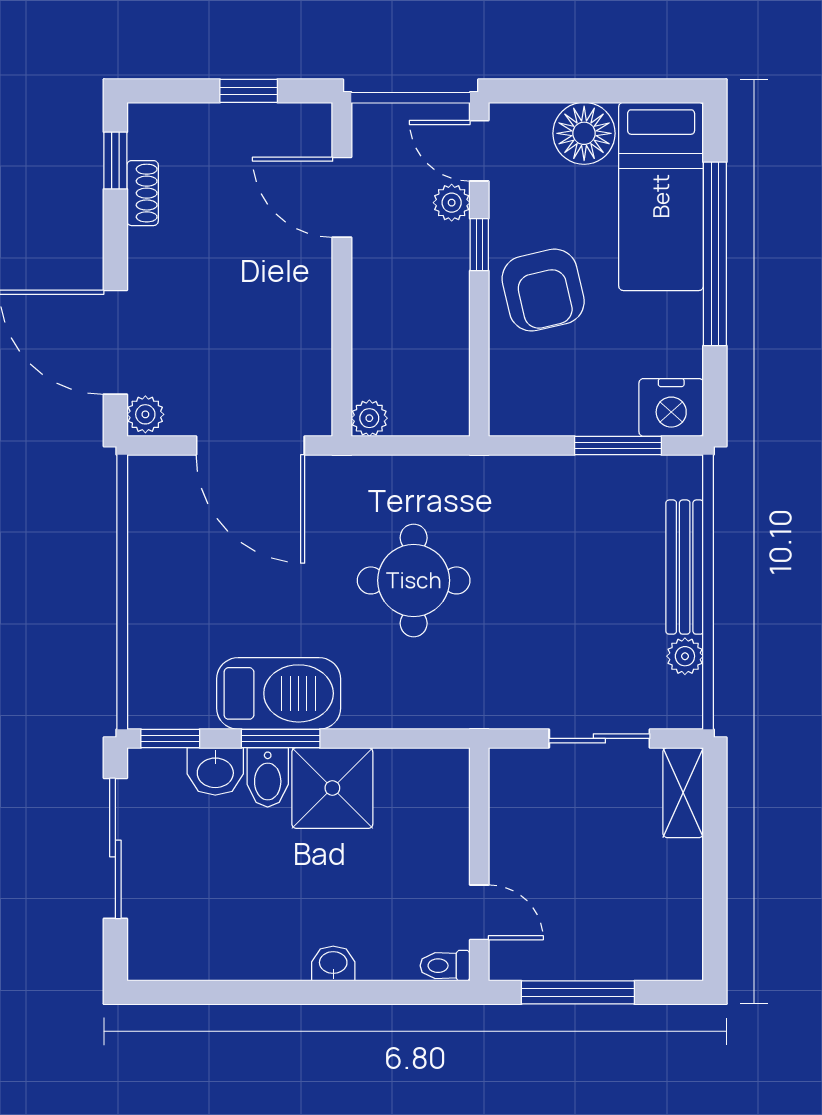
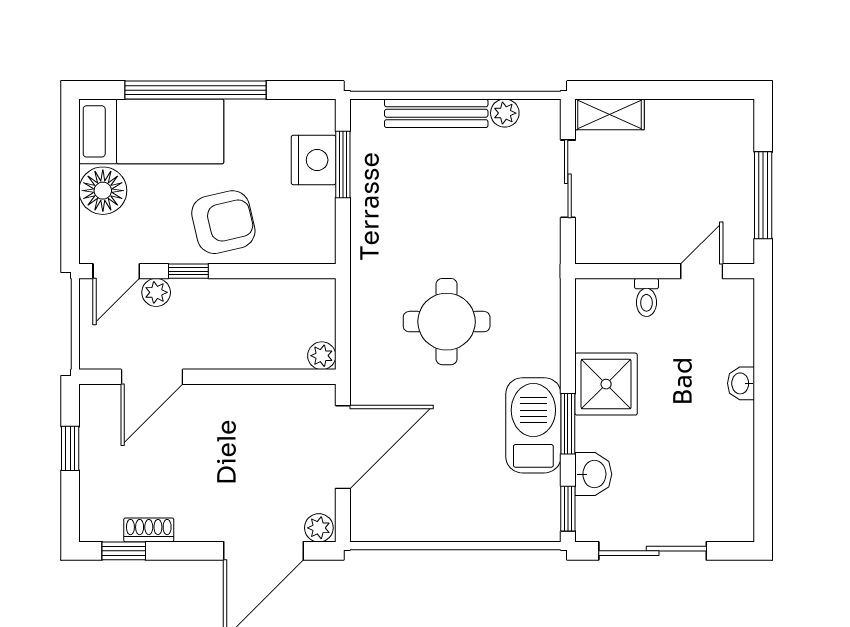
nightstand: (671, 407) -> (314, 160), moved
bidet: (268, 777) -> (598, 434), removed
toilet: (445, 966) -> (646, 297), moved

